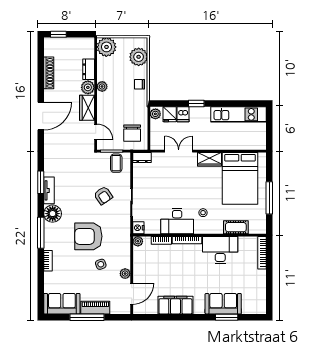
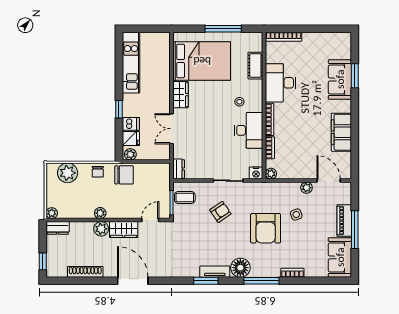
plant: (106, 47) -> (52, 213), width x0.53, depth x0.53
dresser: (89, 69) -> (58, 228), moved
chair: (132, 133) -> (124, 175), moved

